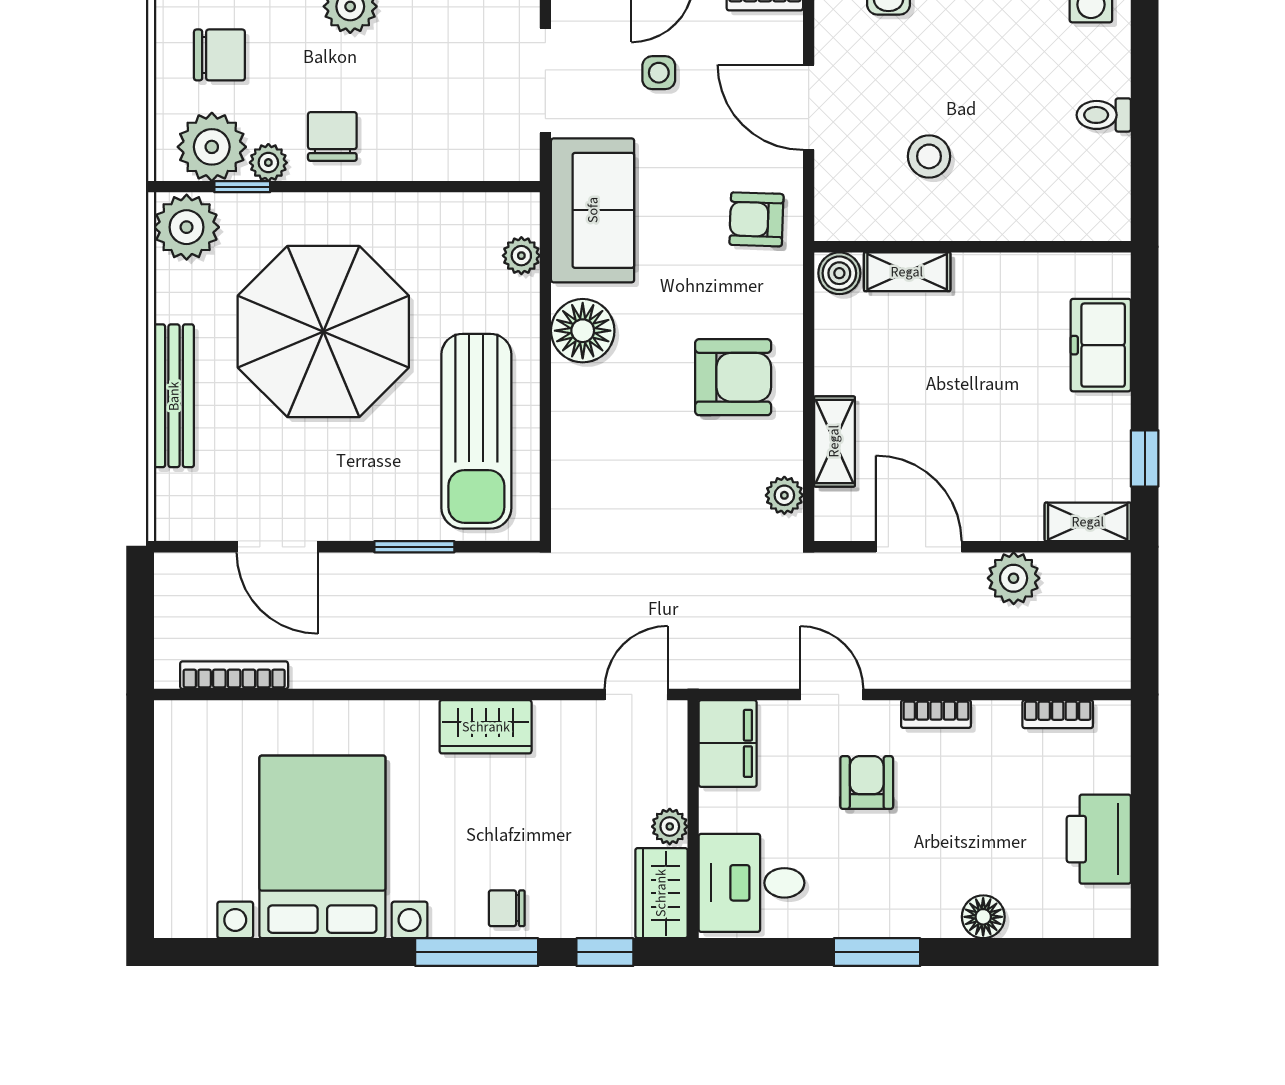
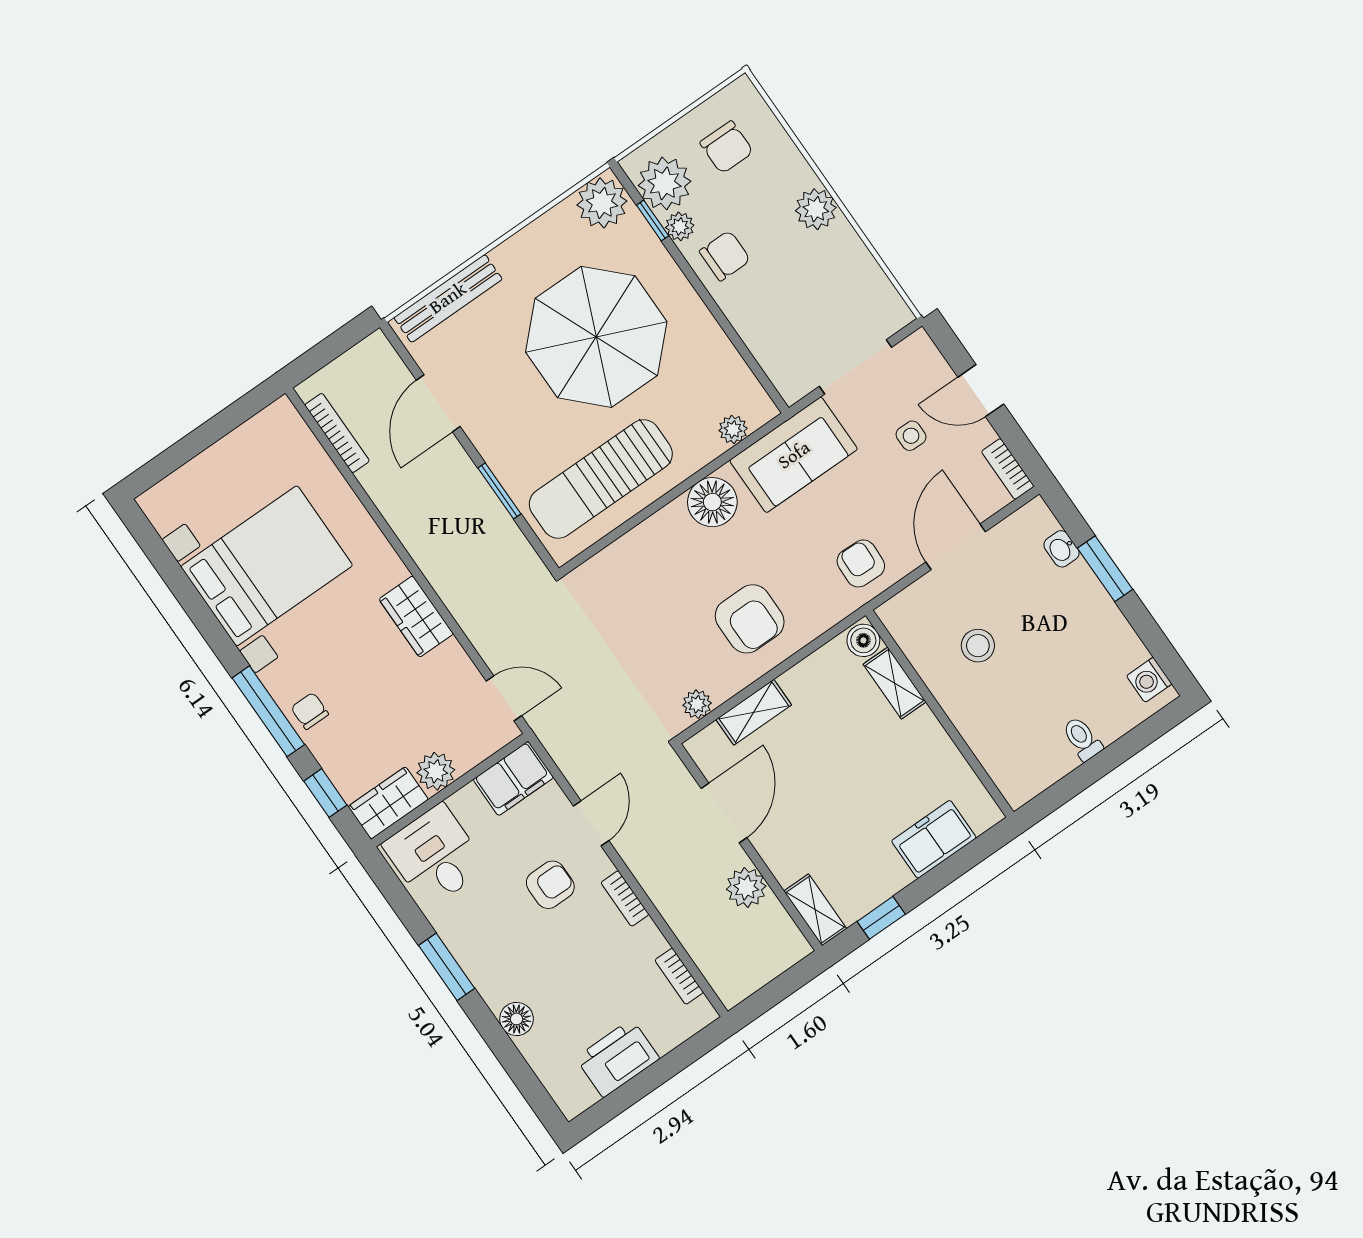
bench: (174, 396) -> (448, 298), moved
plant: (670, 827) -> (436, 771), width x1.38, depth x1.38

